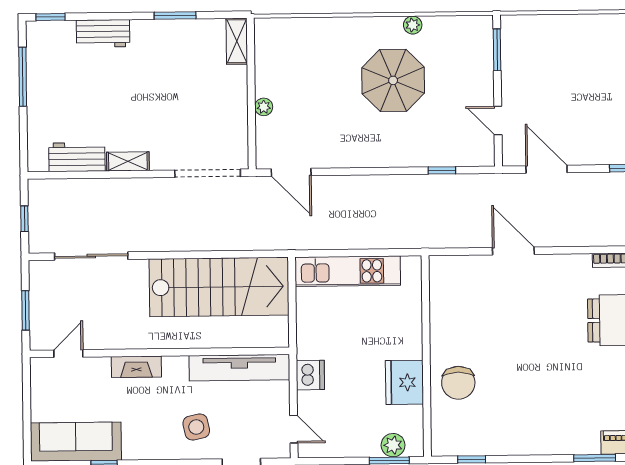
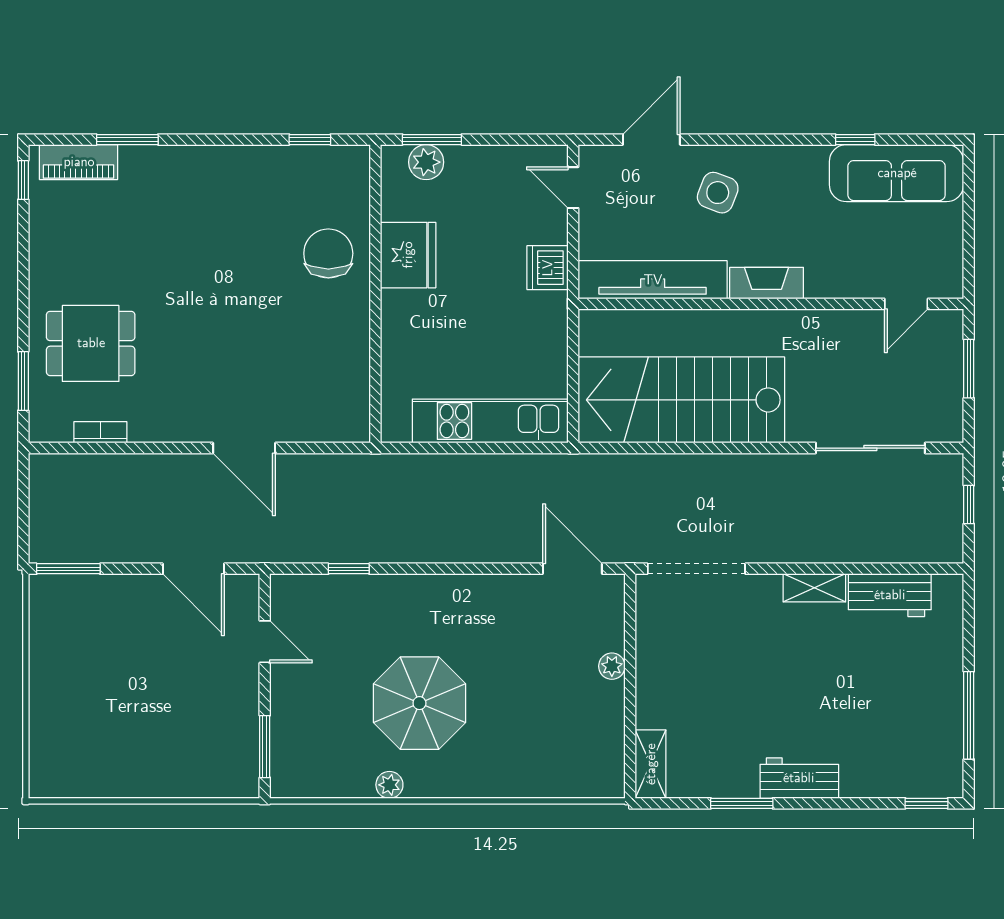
workbench: (103, 33) -> (799, 778), moved
fireplace: (136, 367) -> (767, 283), moved
side table: (196, 427) -> (718, 193), turned 33

